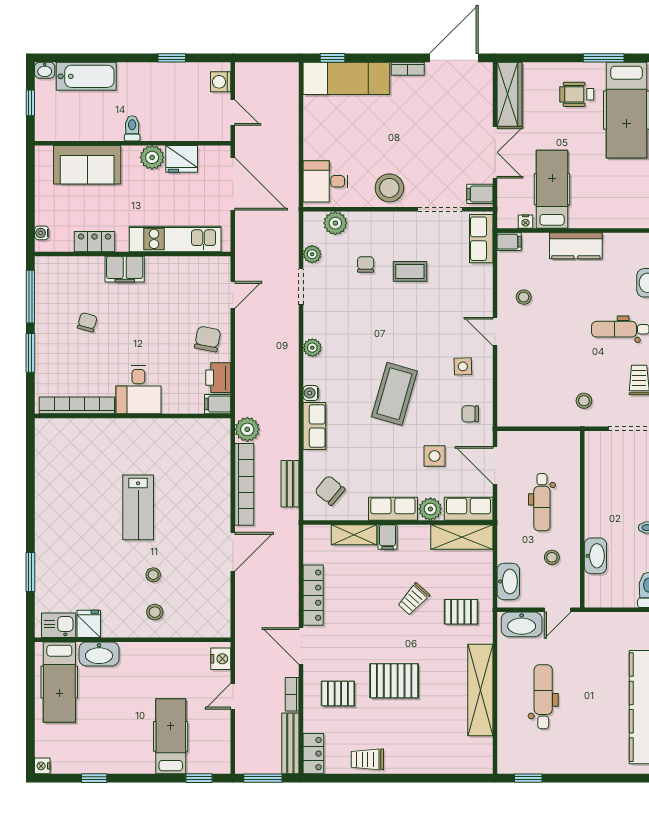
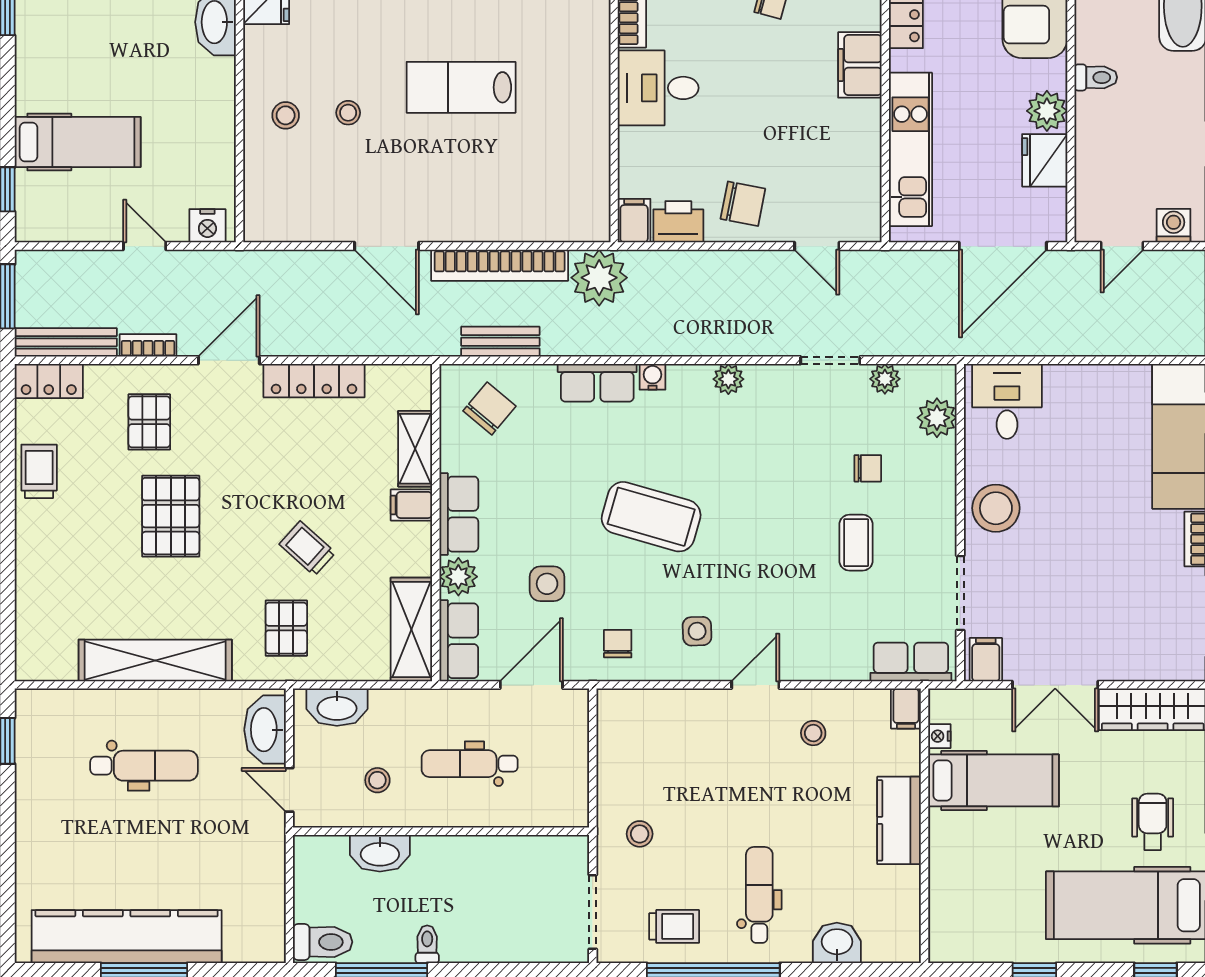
plant: (247, 429) -> (599, 278), width x1.36, depth x1.36

